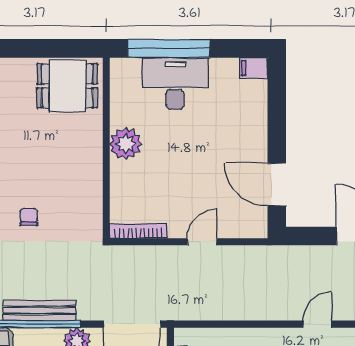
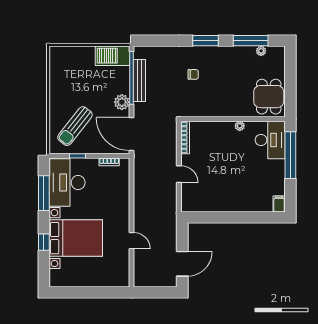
desk: (175, 83) -> (270, 140), moved
plant: (126, 144) -> (240, 126), width x0.53, depth x0.53
door: (277, 185) -> (212, 217), removed

